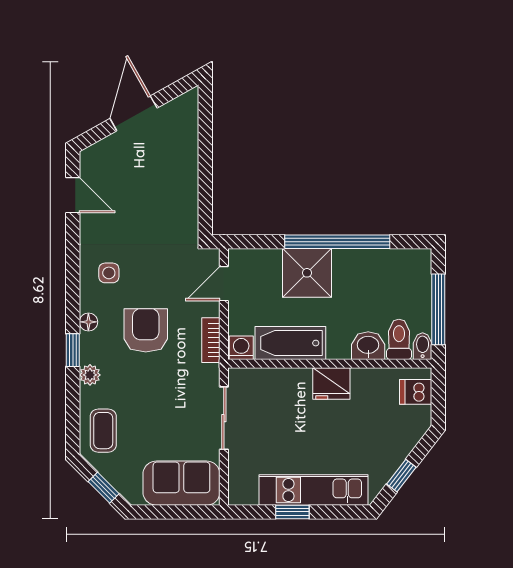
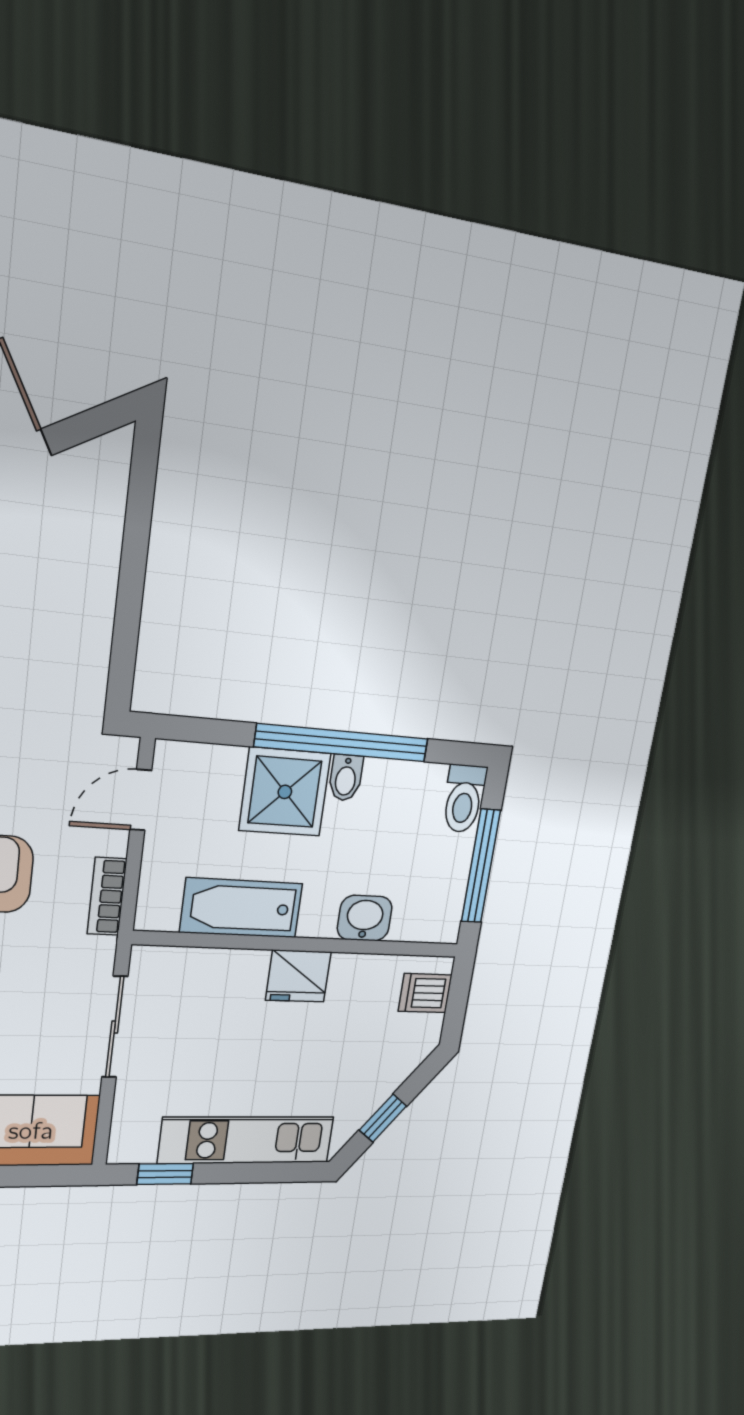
toilet: (399, 339) -> (464, 799), moved, turned 180
bidet: (423, 346) -> (346, 778), moved, turned 180
washing machine: (241, 348) -> (158, 912), removed
window: (292, 512) -> (165, 1174), moved

